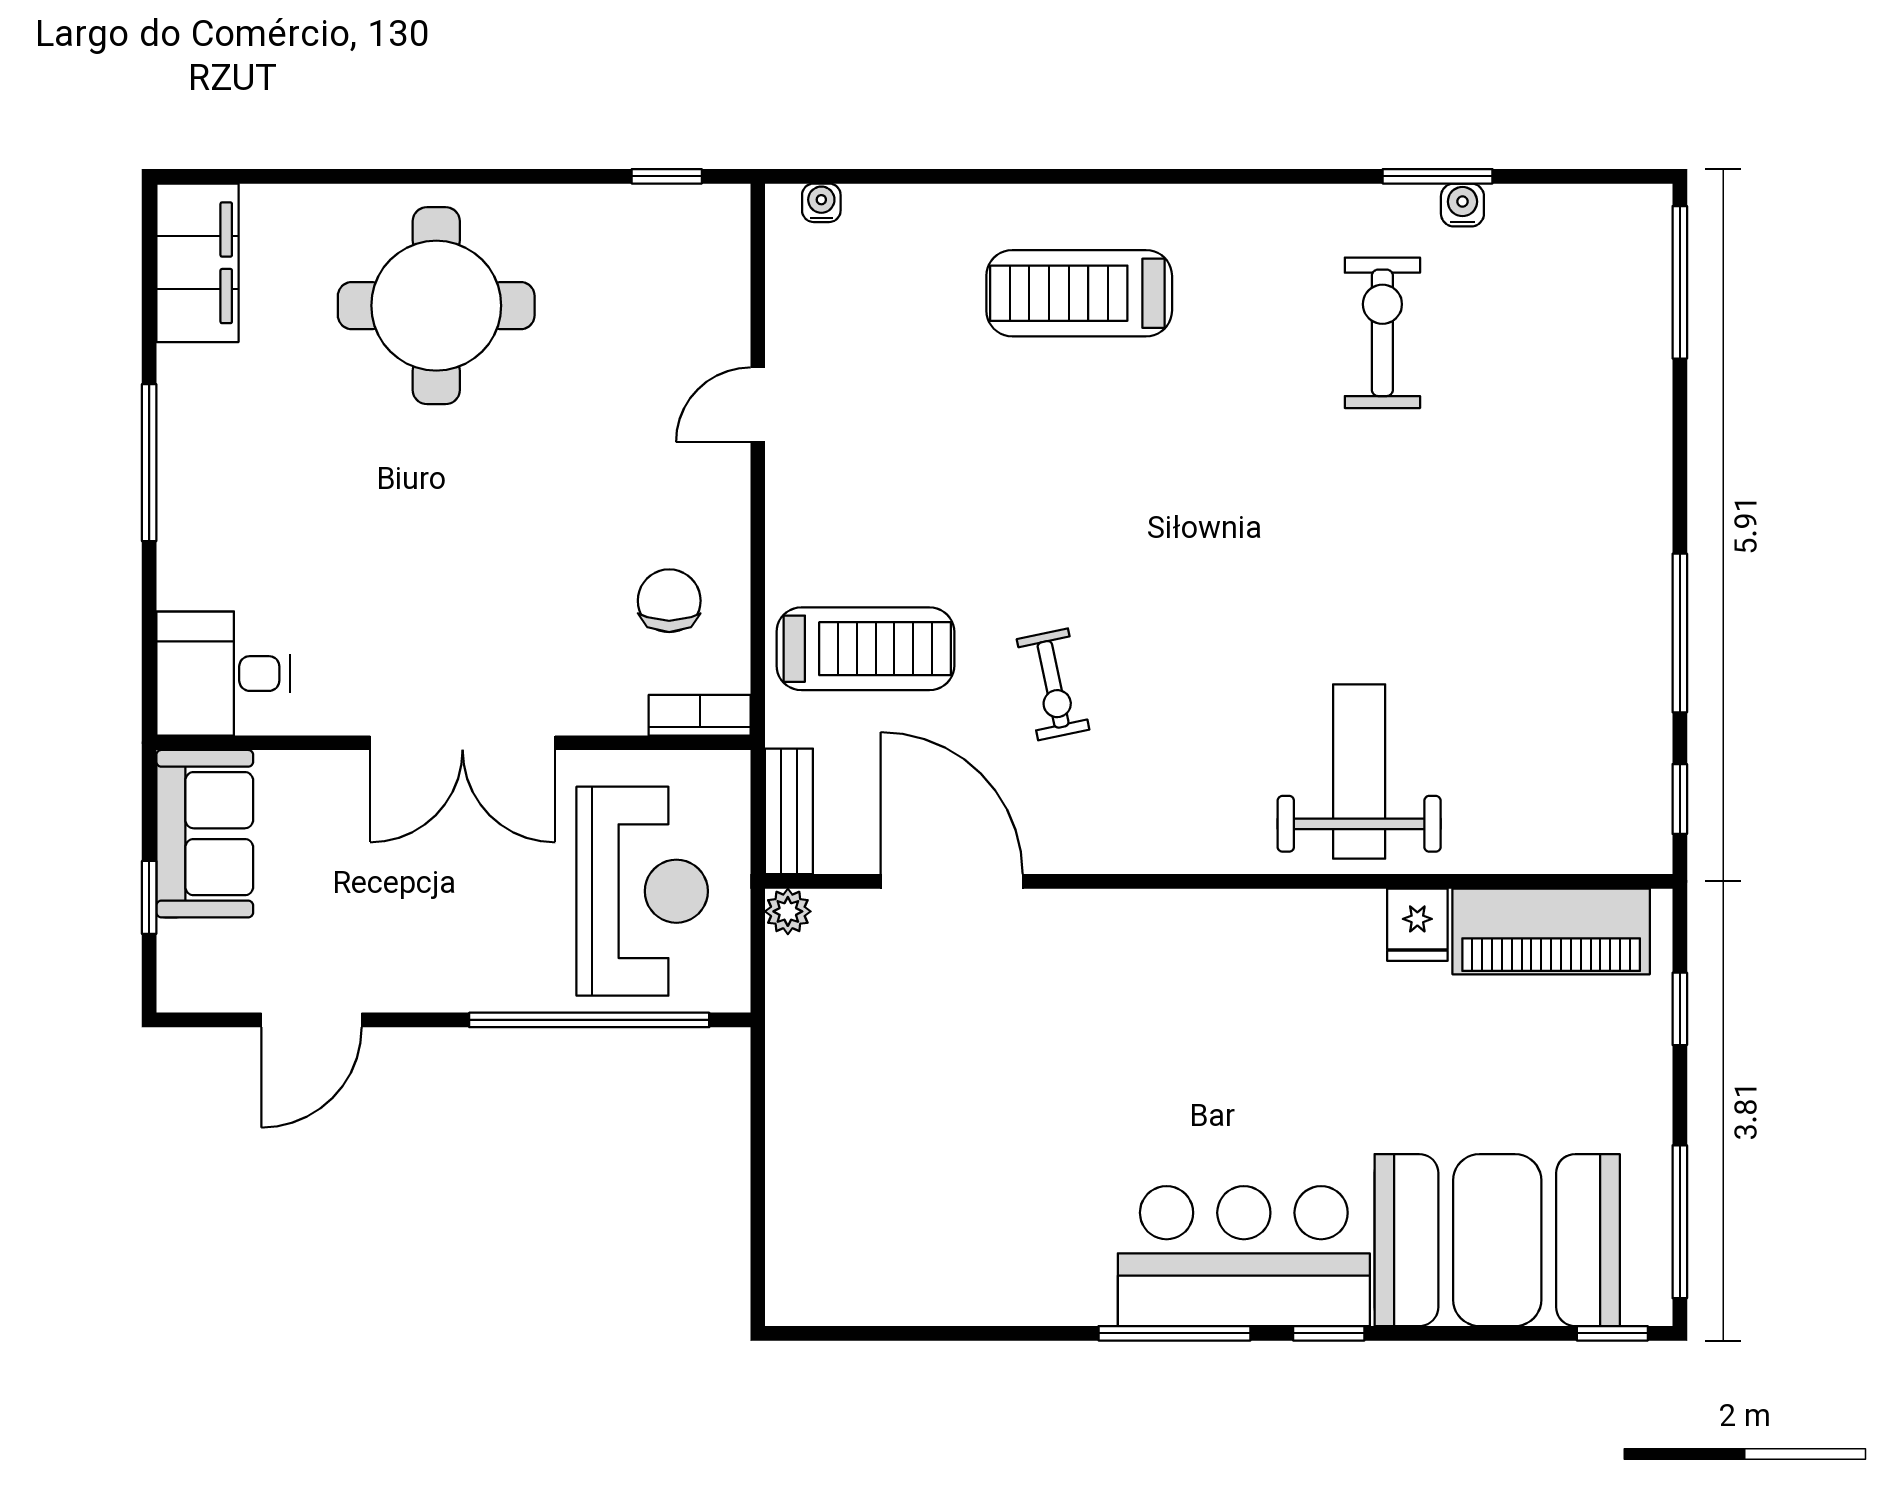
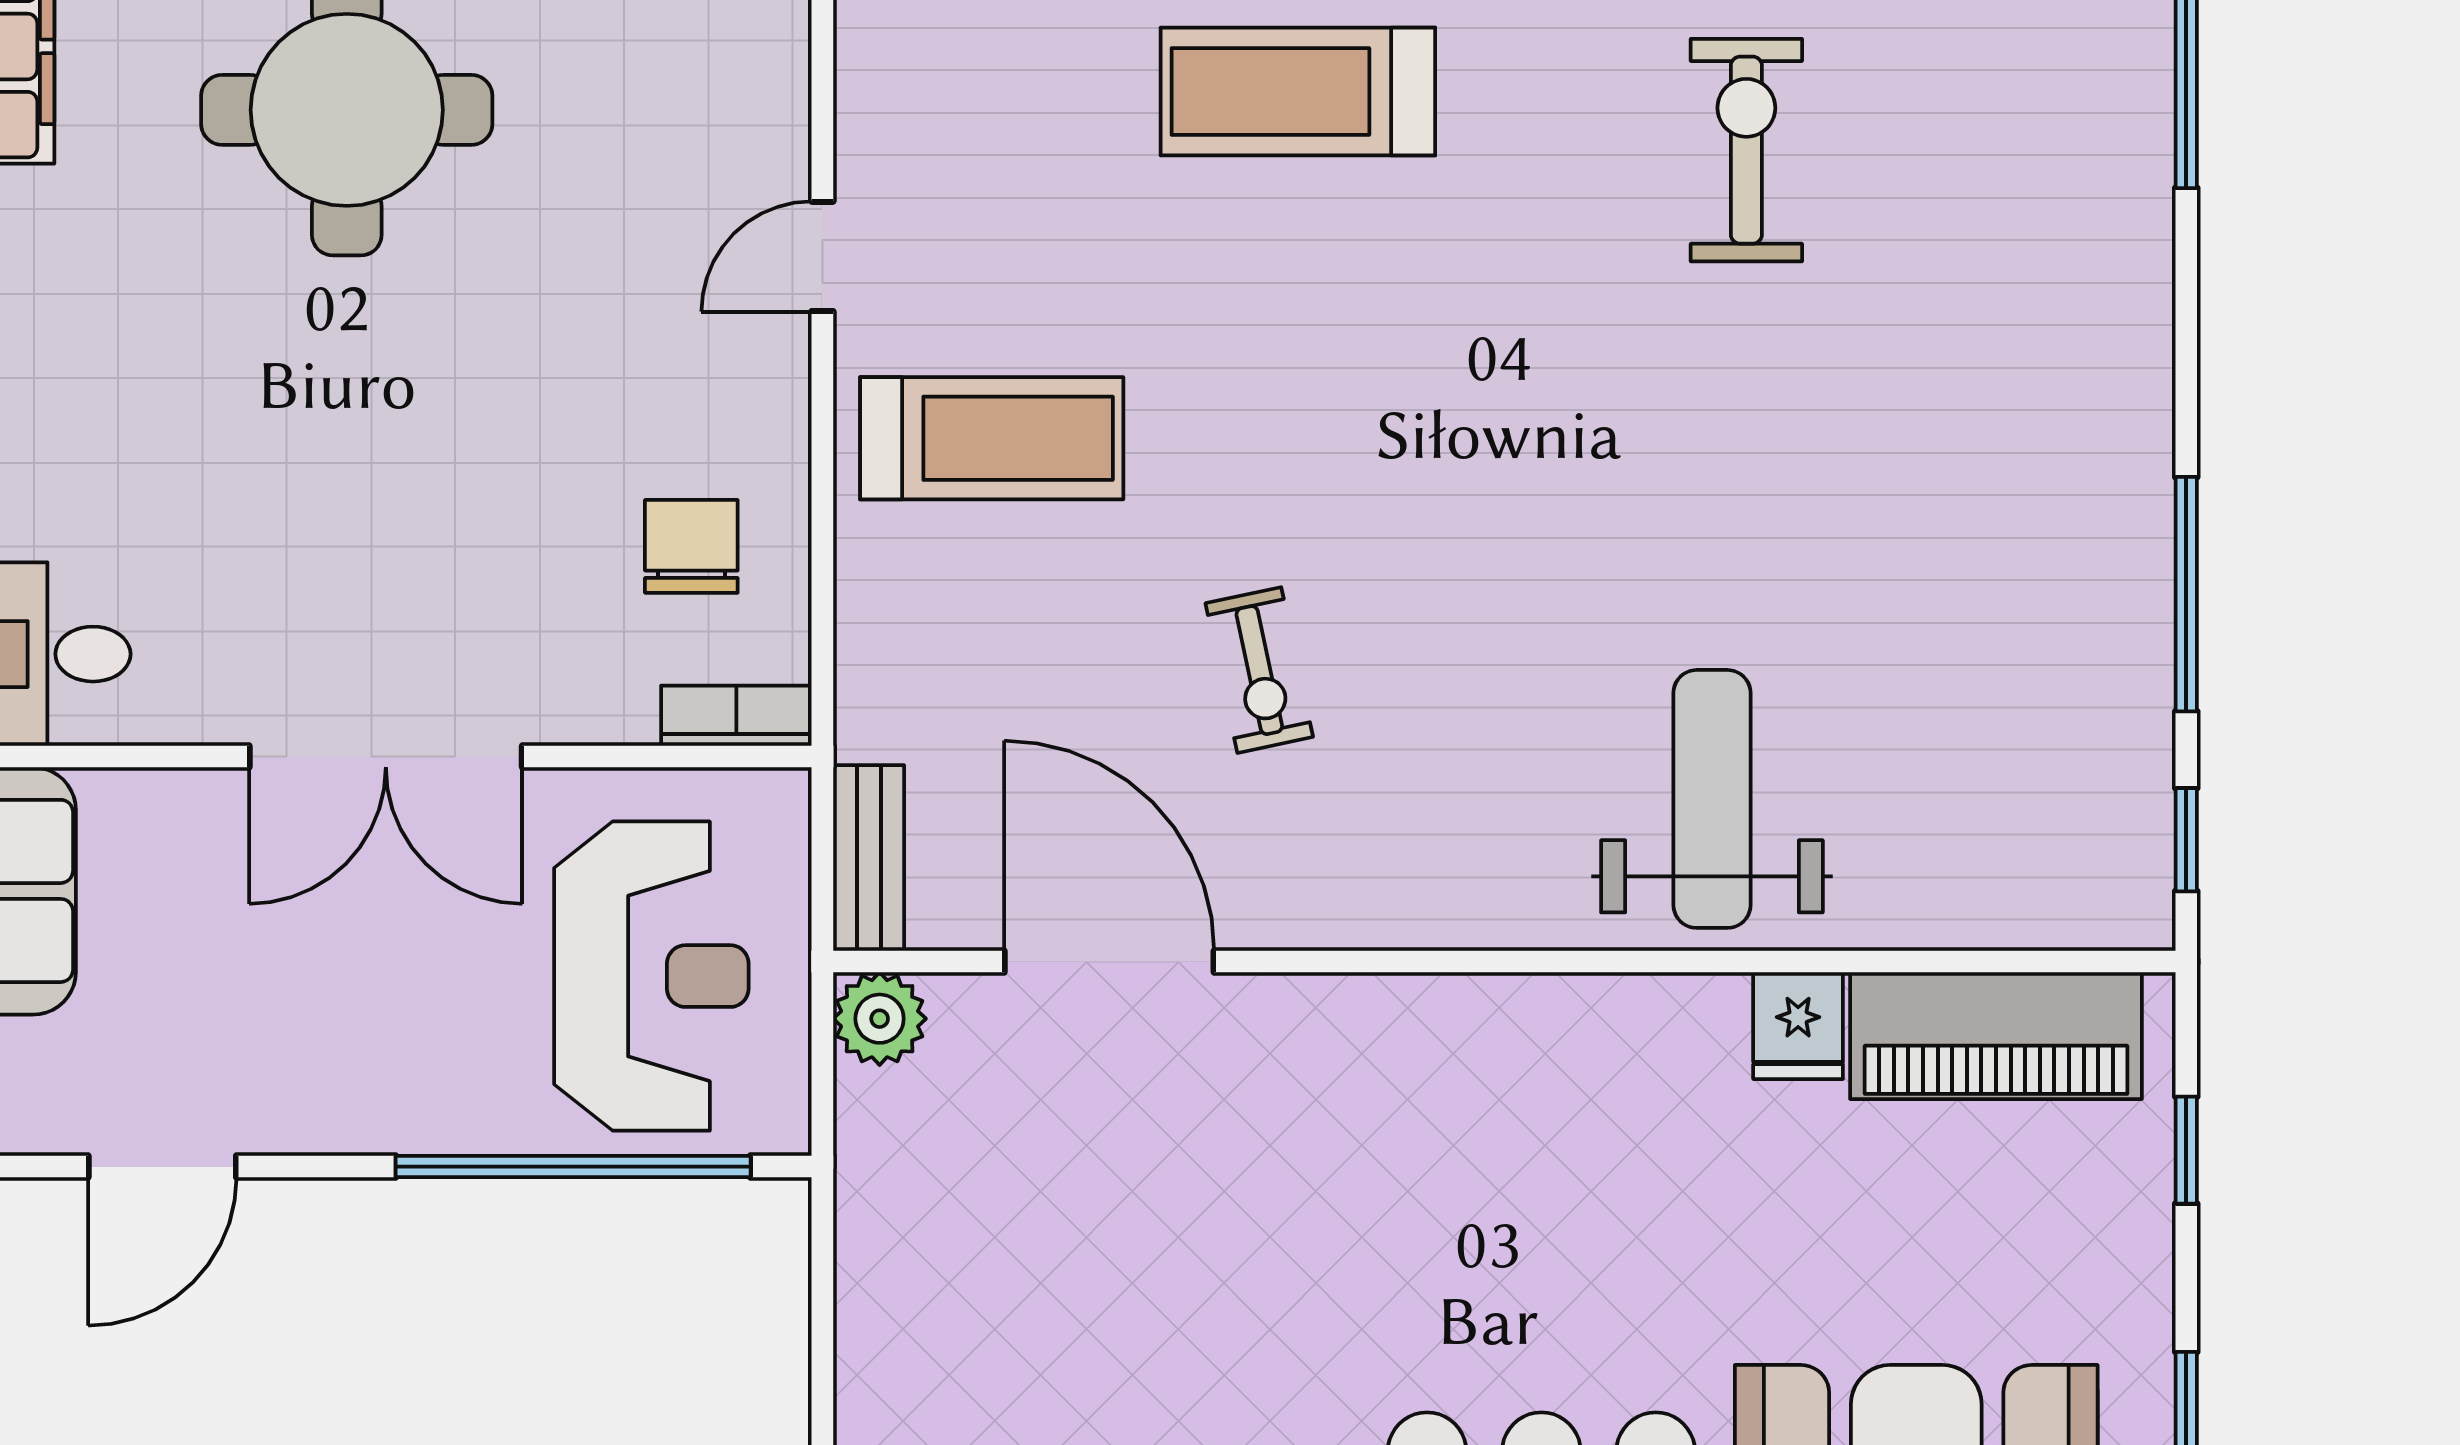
treadmill: (865, 649) -> (992, 438), moved
plant: (788, 911) -> (880, 1019), width x1.38, depth x1.38

